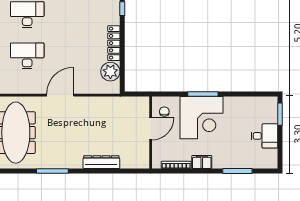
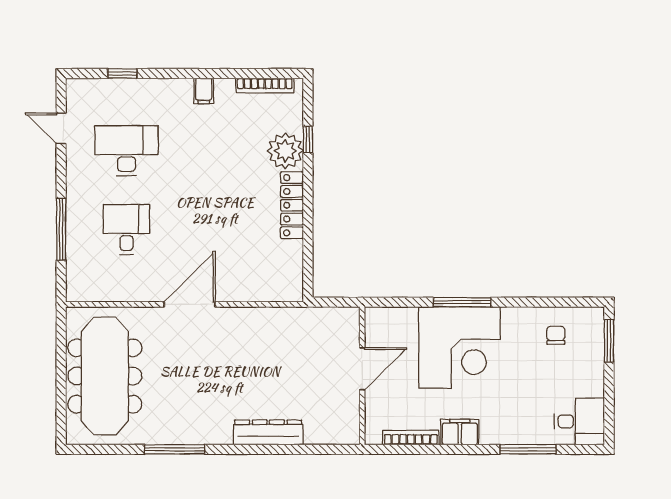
desk: (27, 56) -> (126, 230), width x0.73
plant: (110, 72) -> (285, 151), moved
chair: (164, 112) -> (556, 335), moved
desk: (264, 136) -> (579, 421), moved

